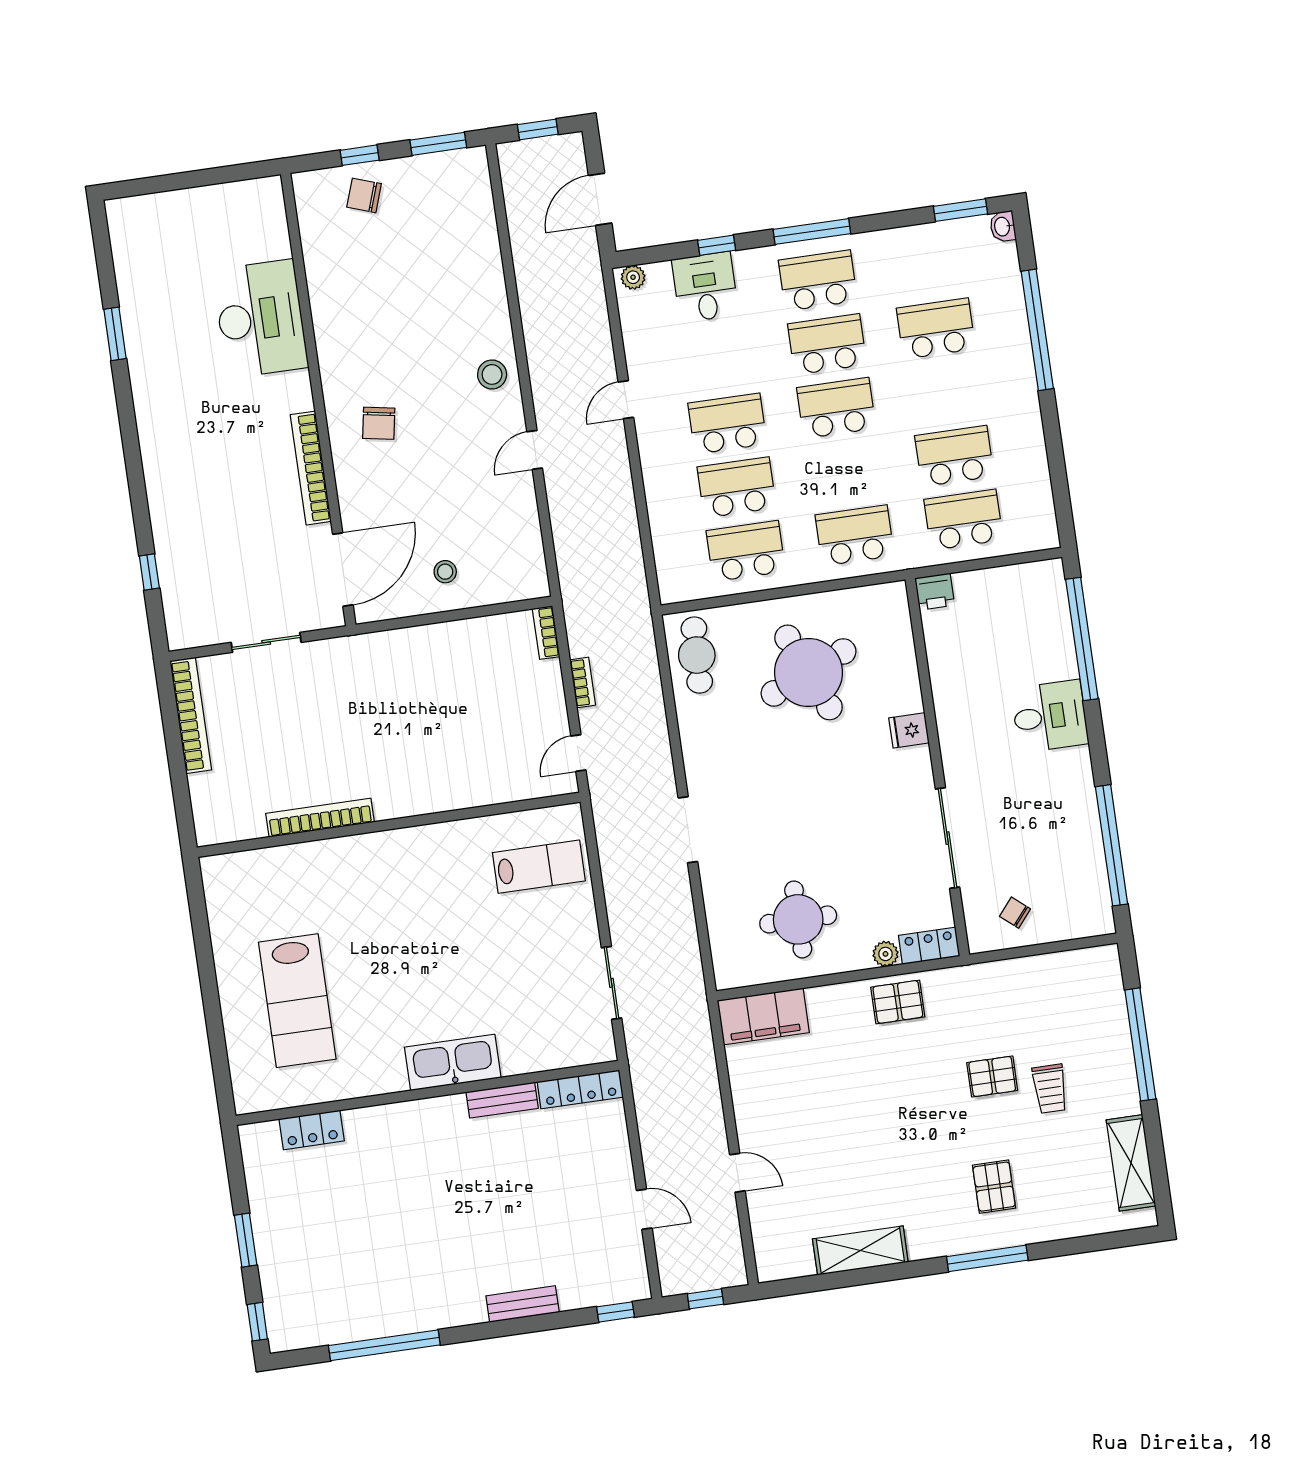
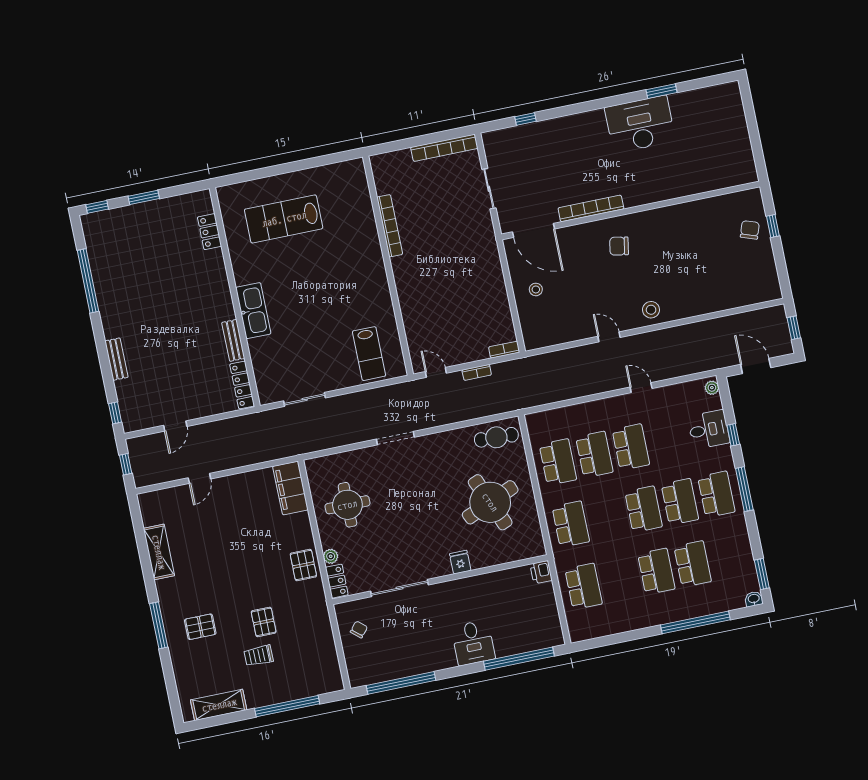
window: (438, 144) -> (782, 271), removed
desk: (260, 319) -> (640, 124), moved, turned 180
school desk: (954, 456) -> (656, 571), moved

